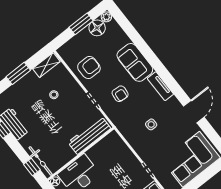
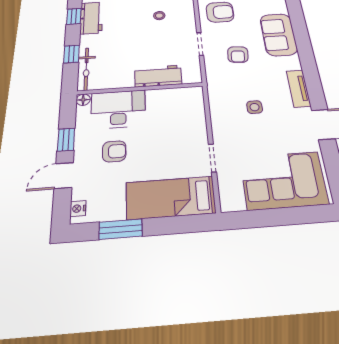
tv unit: (160, 86) -> (298, 88), moved
workbench: (89, 135) -> (158, 76), width x0.73
window: (32, 167) -> (72, 54), moved

